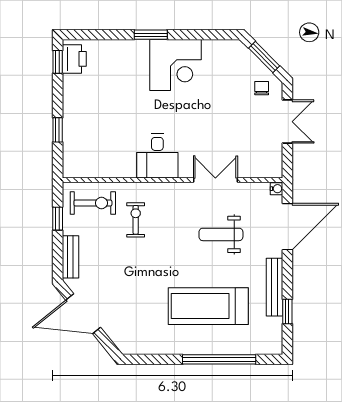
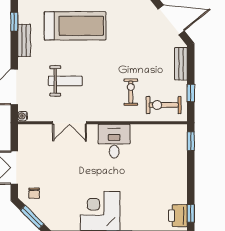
window: (58, 130) -> (191, 141), moved
exercise bike: (136, 220) -> (131, 92), turned 180
bench: (275, 287) -> (24, 40), width x0.73

